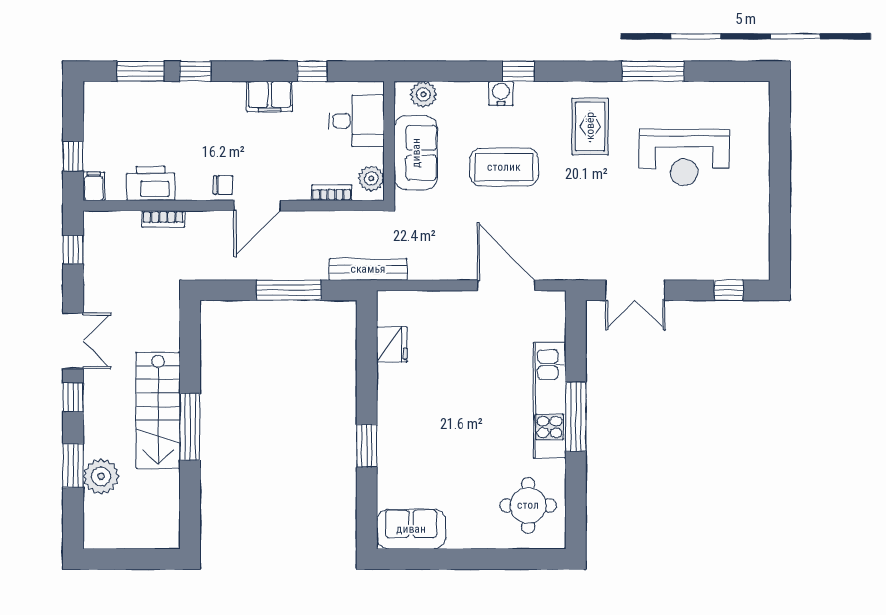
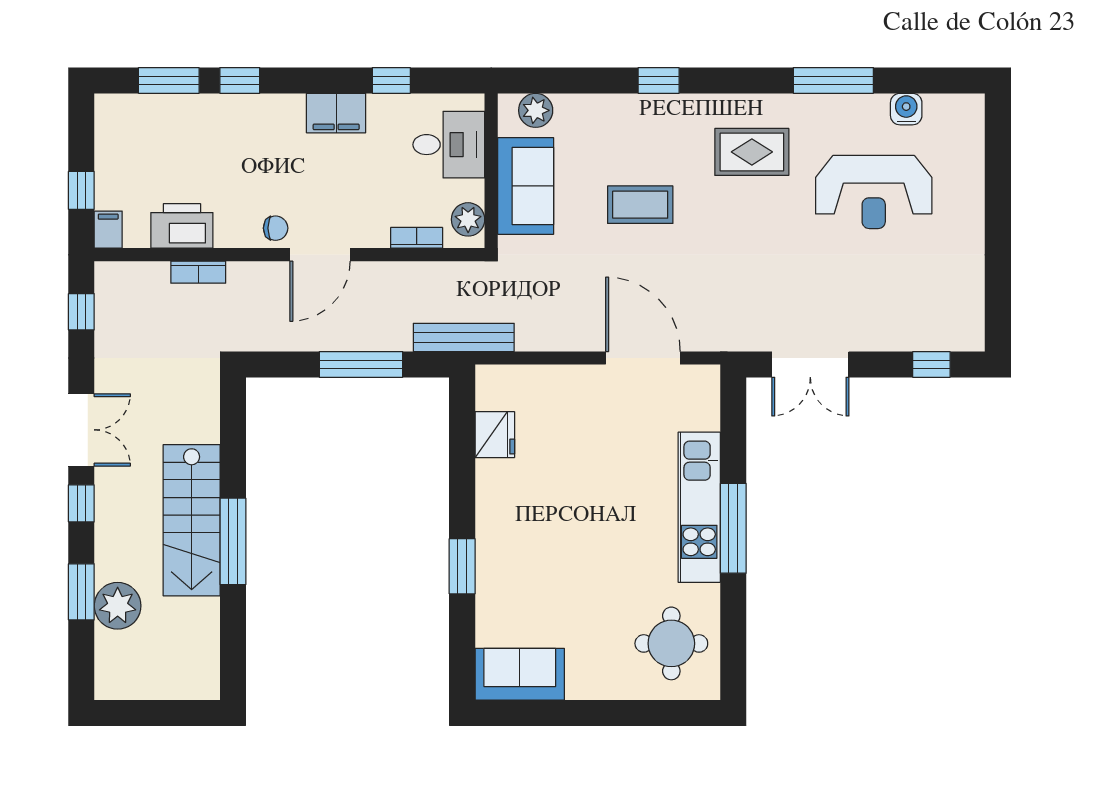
water cooler: (501, 93) -> (906, 109), moved
rug: (590, 126) -> (752, 152), turned 90
coffee table: (504, 167) -> (640, 205), width x0.73, depth x0.76

